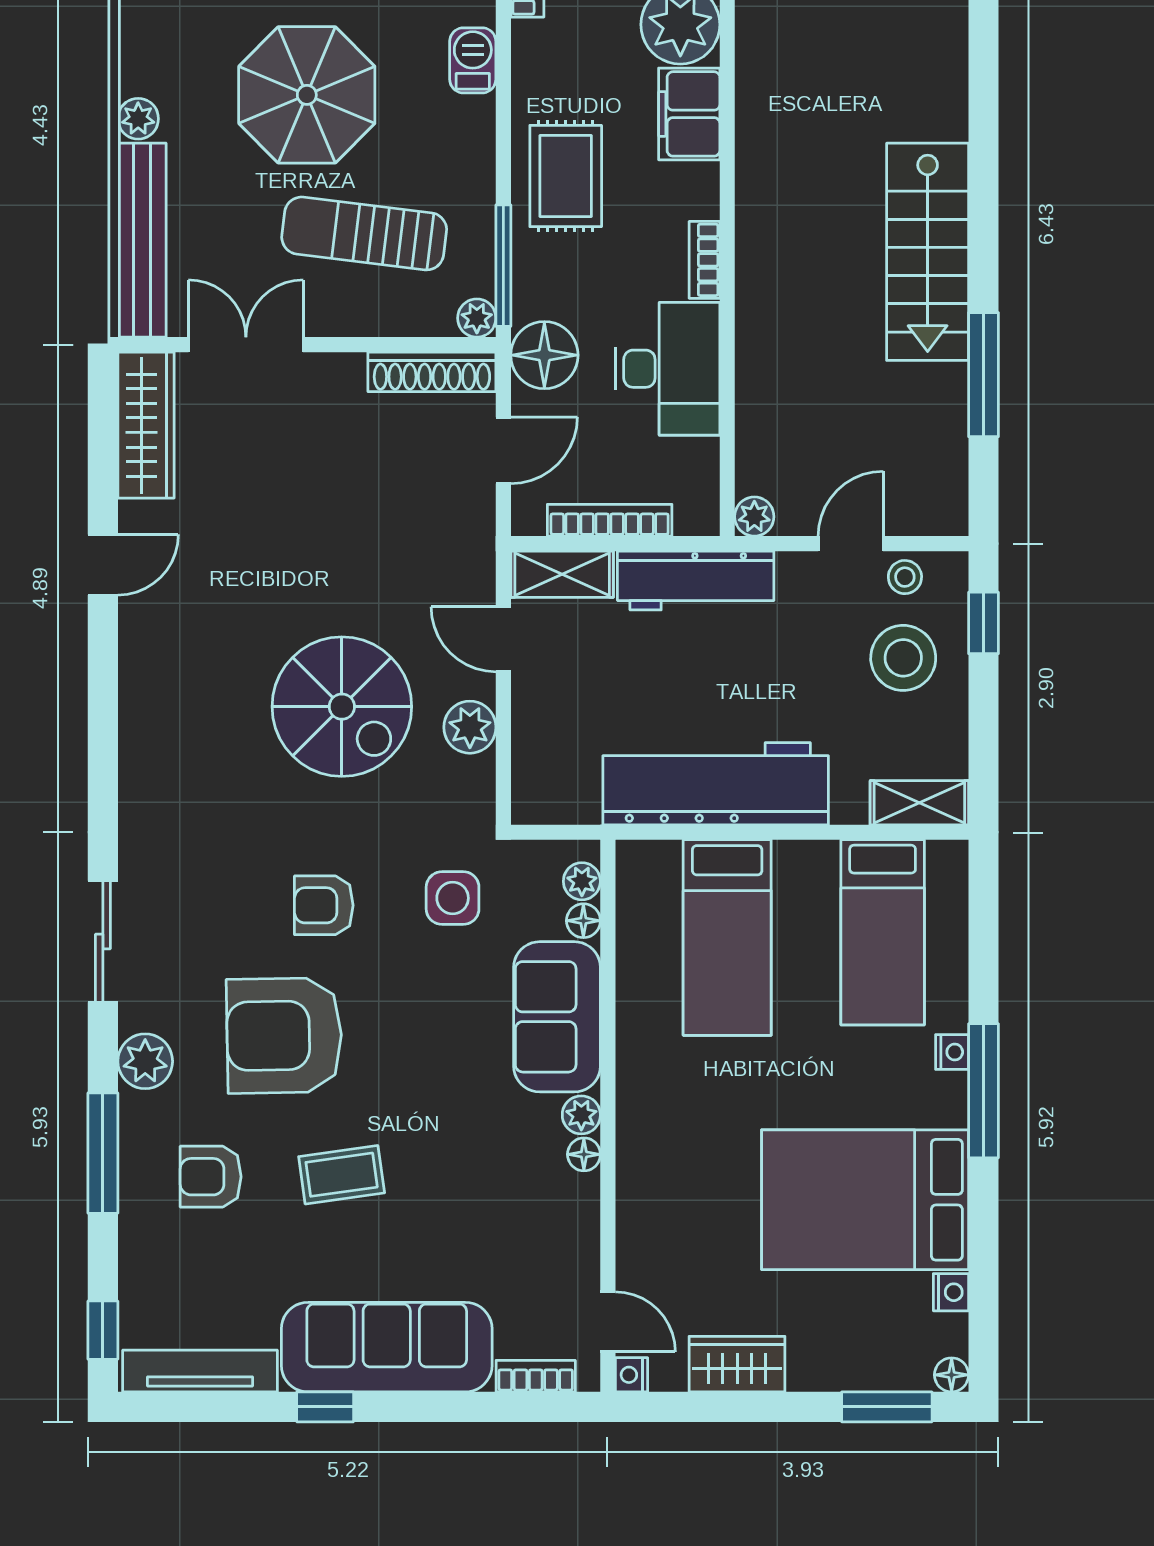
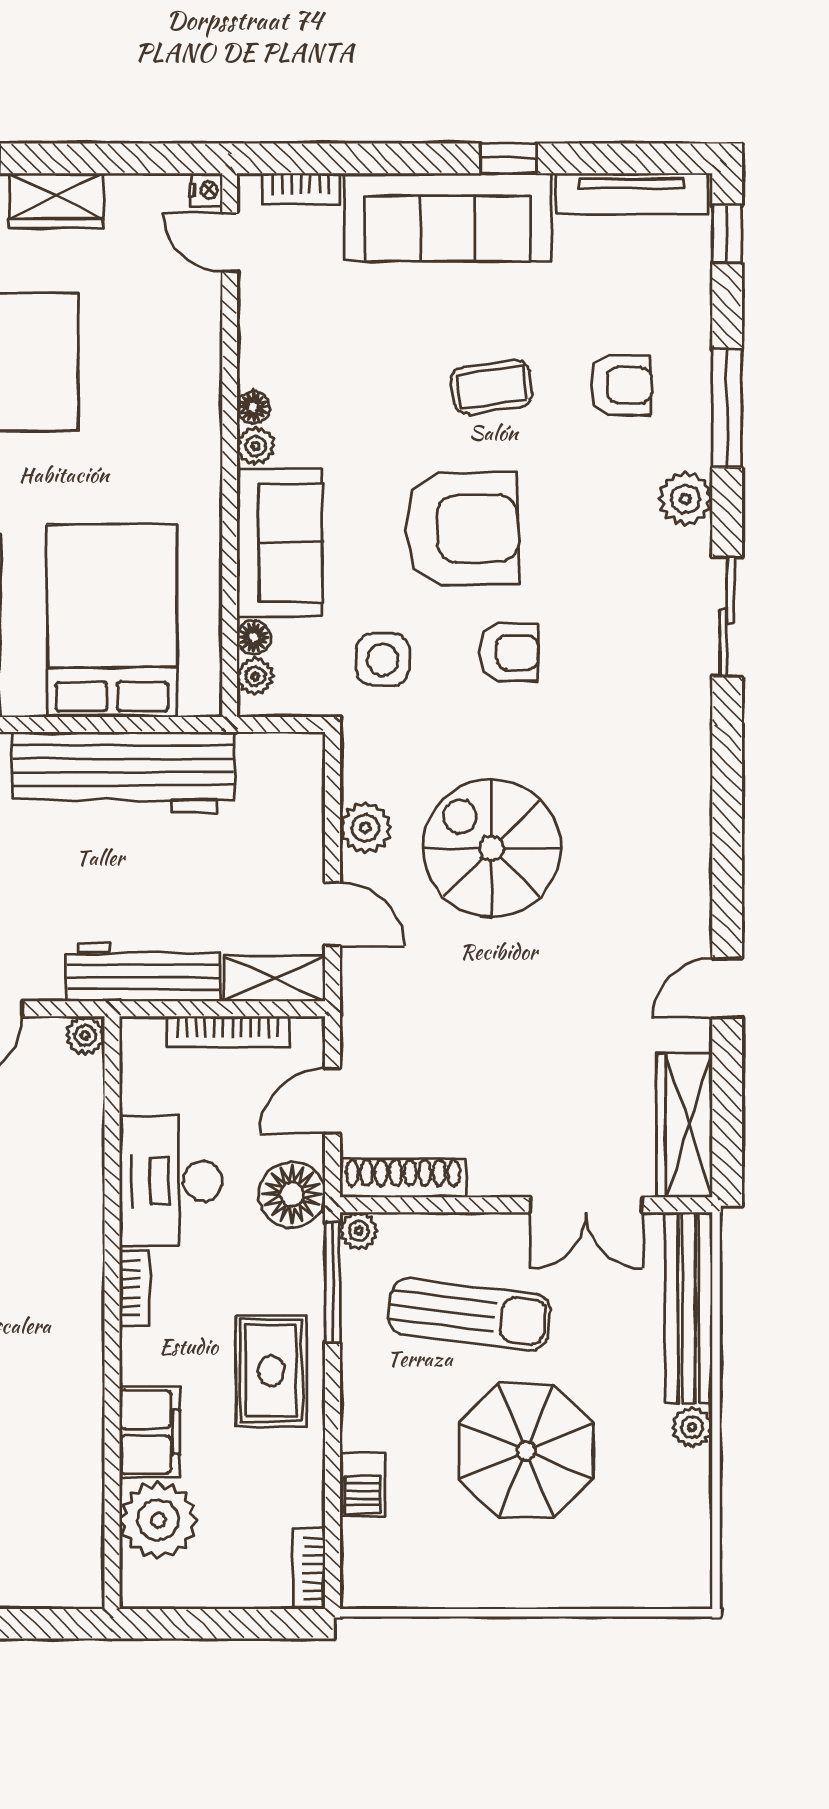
bed: (727, 937) -> (112, 621), width x1.50
armchair: (284, 1036) -> (462, 529), moved
wardrobe: (737, 1364) -> (56, 200), moved

